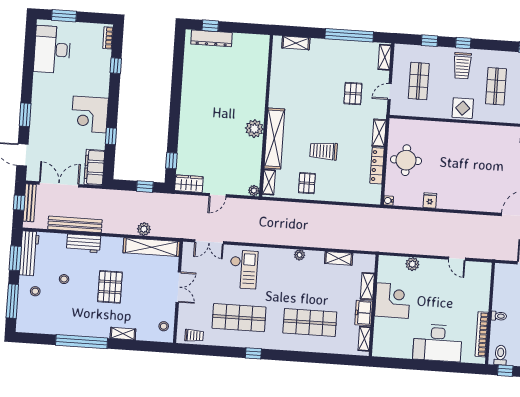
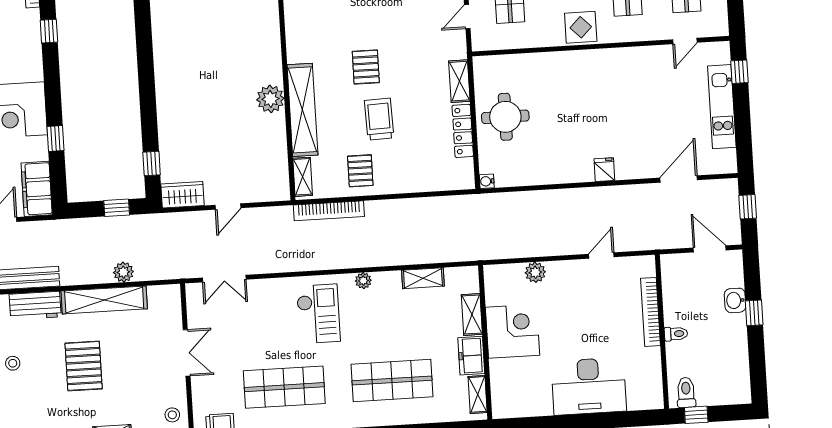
pallet: (353, 94) -> (366, 67), moved
trolley: (324, 151) -> (379, 119), turned 88
plant: (254, 191) -> (282, 193), removed
fridge: (430, 200) -> (604, 170), moved
bookcase: (283, 206) -> (329, 211), added
shelving: (151, 247) -> (104, 300), moved
door: (457, 259) -> (601, 256), swing flipped
checkout: (244, 269) -> (318, 314), moved
bookcase: (482, 334) -> (651, 312), moved

